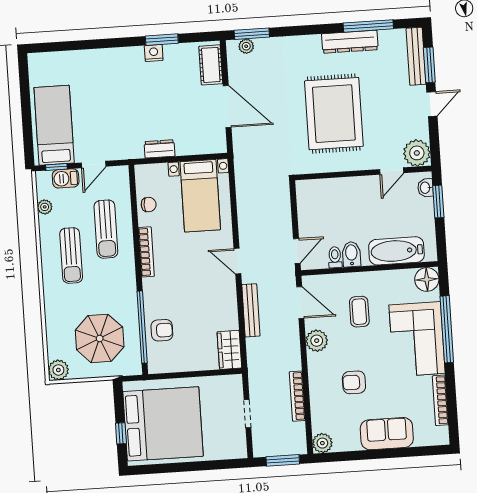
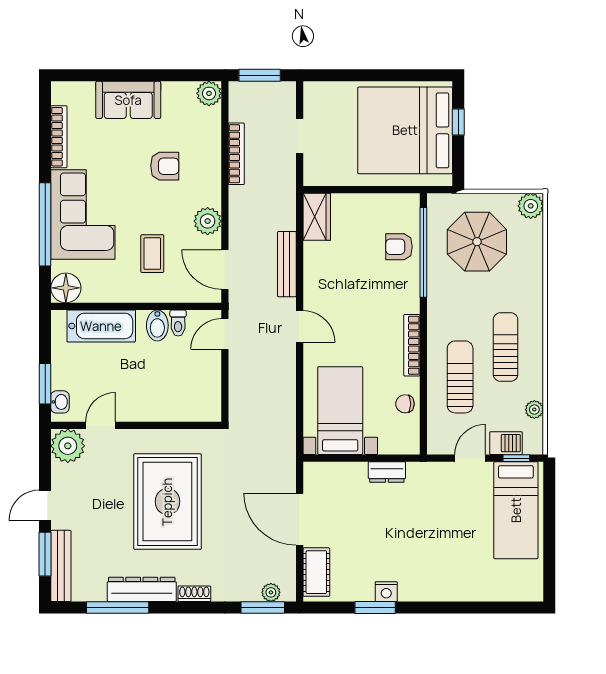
shoe rack: (307, 41) -> (194, 594), added

